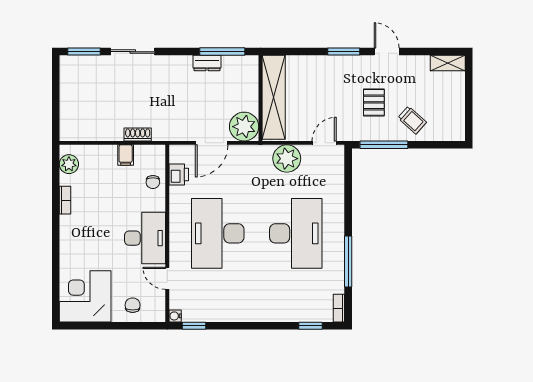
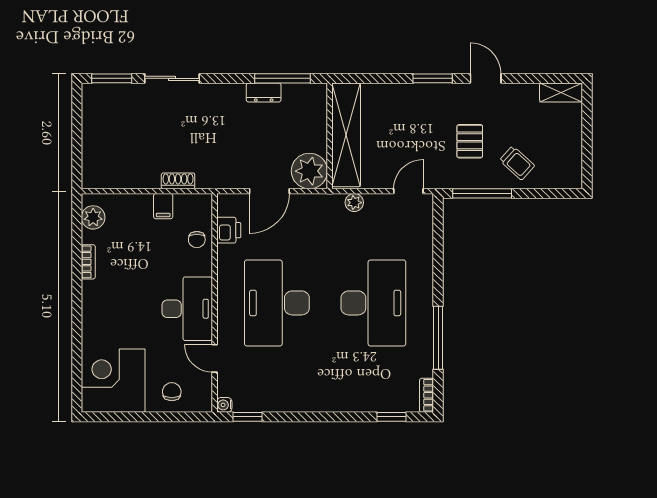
plant: (287, 159) -> (354, 203), width x0.53, depth x0.53

